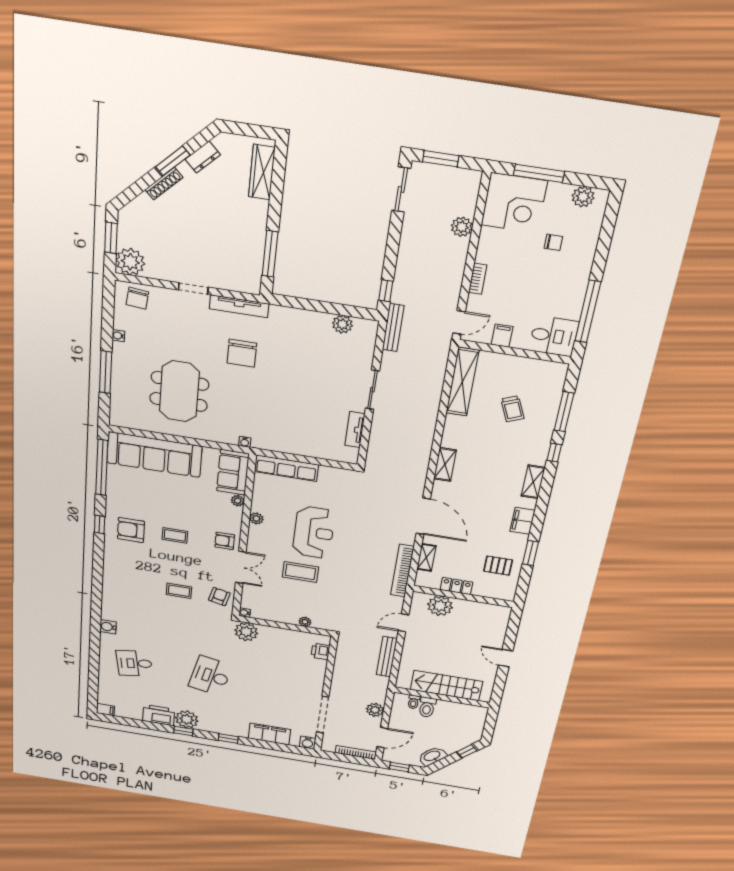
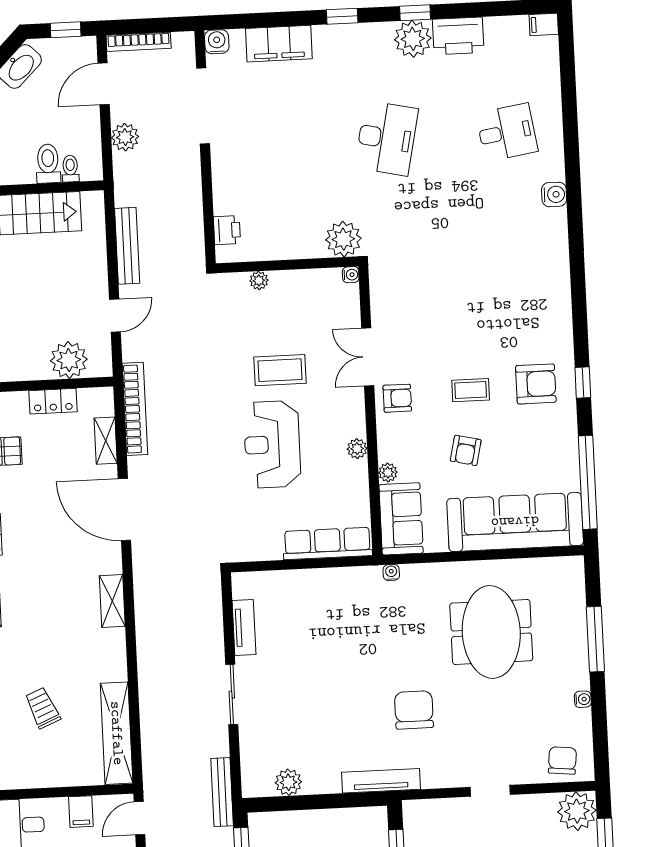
tv unit: (239, 306) -> (381, 781), moved
coffee table: (179, 591) -> (453, 291), removed
armchair: (219, 597) -> (466, 450), moved

